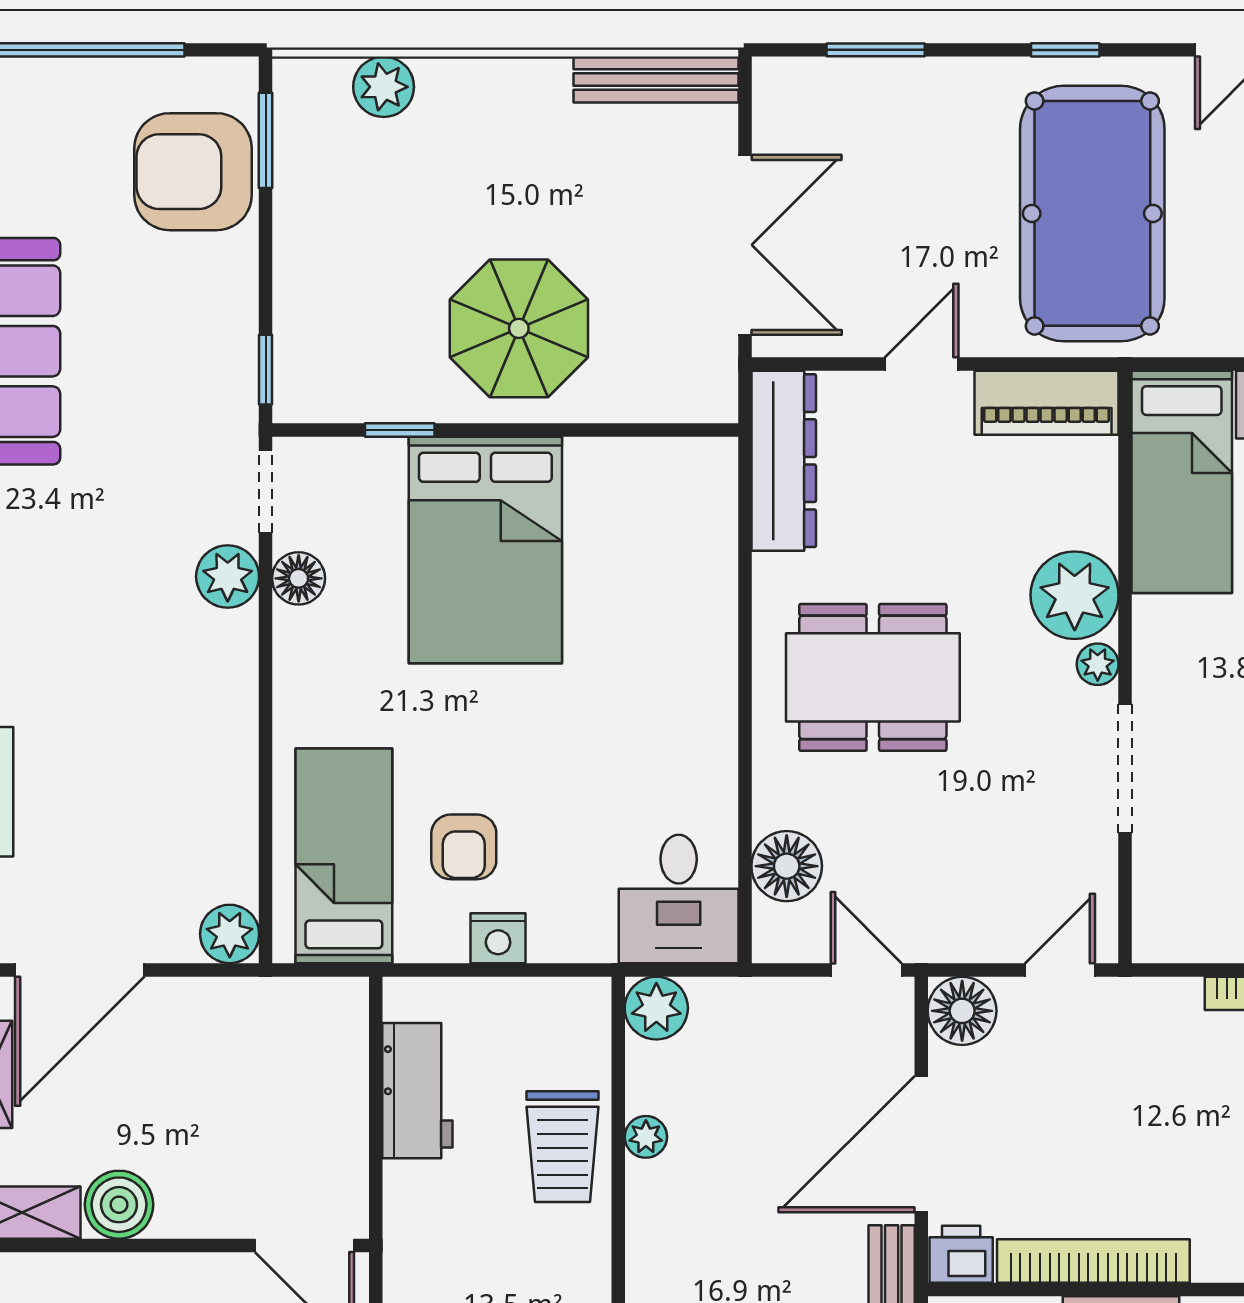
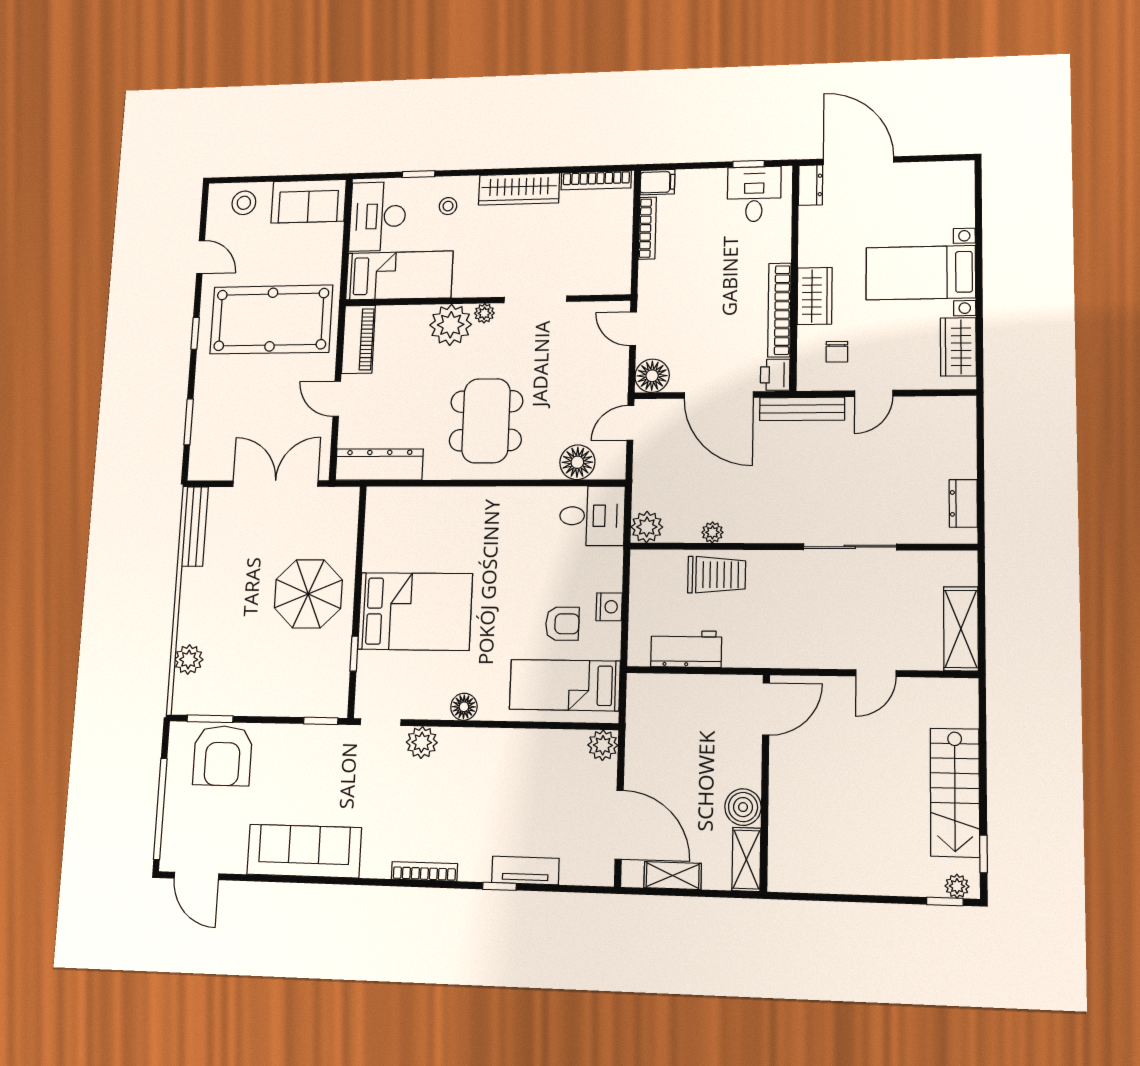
floor lamp: (299, 578) -> (464, 707), moved

